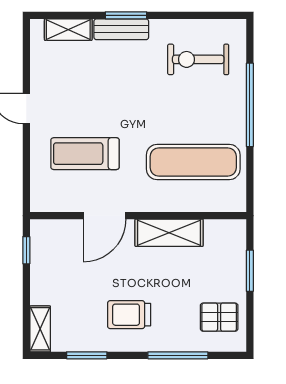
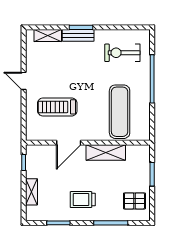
exercise mat: (193, 162) -> (120, 112), turned 90
shelving: (40, 329) -> (32, 192), moved

